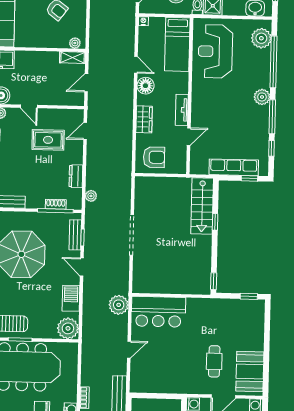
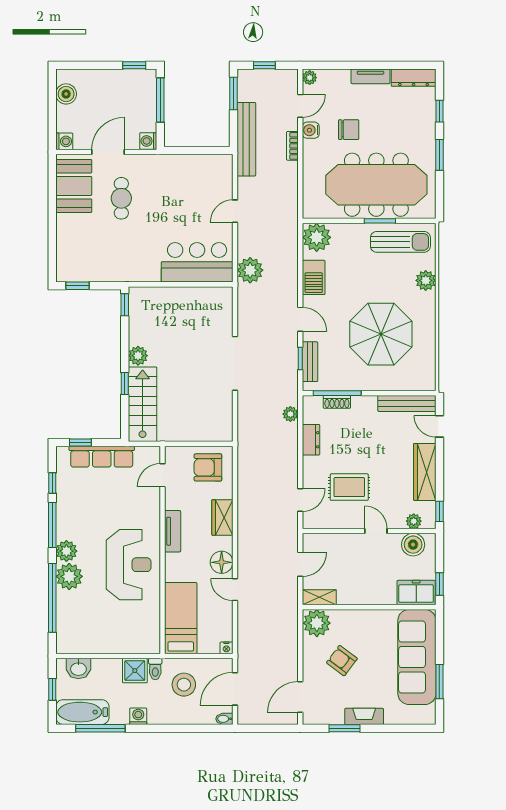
plant: (261, 38) -> (69, 576), moved
plant: (75, 43) -> (317, 623), width x1.88, depth x1.88
reception desk: (215, 51) -> (129, 565), moved
door: (189, 137) -> (162, 475), moved
plant: (205, 243) -> (138, 356), added

